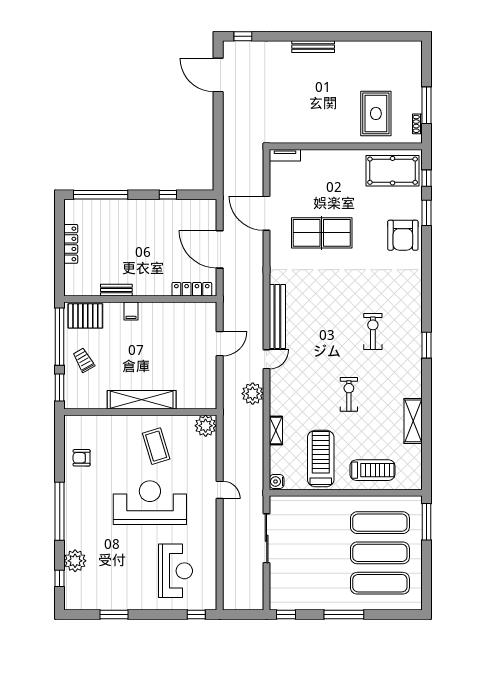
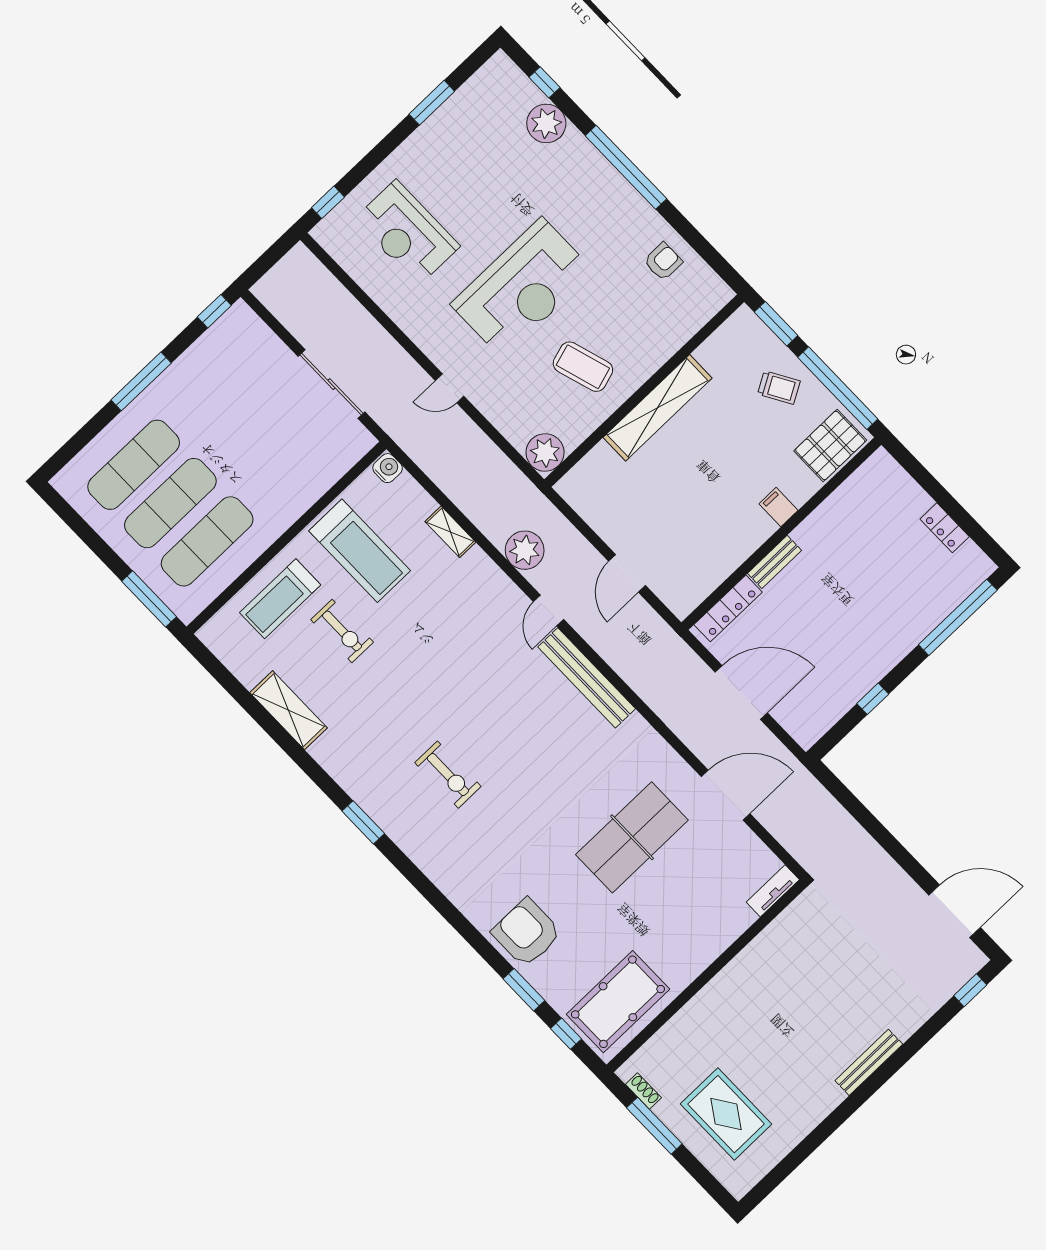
rug: (376, 113) -> (726, 1114), moved
locker: (71, 244) -> (945, 528), width x0.66
bench: (116, 290) -> (775, 562), moved
exercise bike: (349, 394) -> (342, 631), moved

